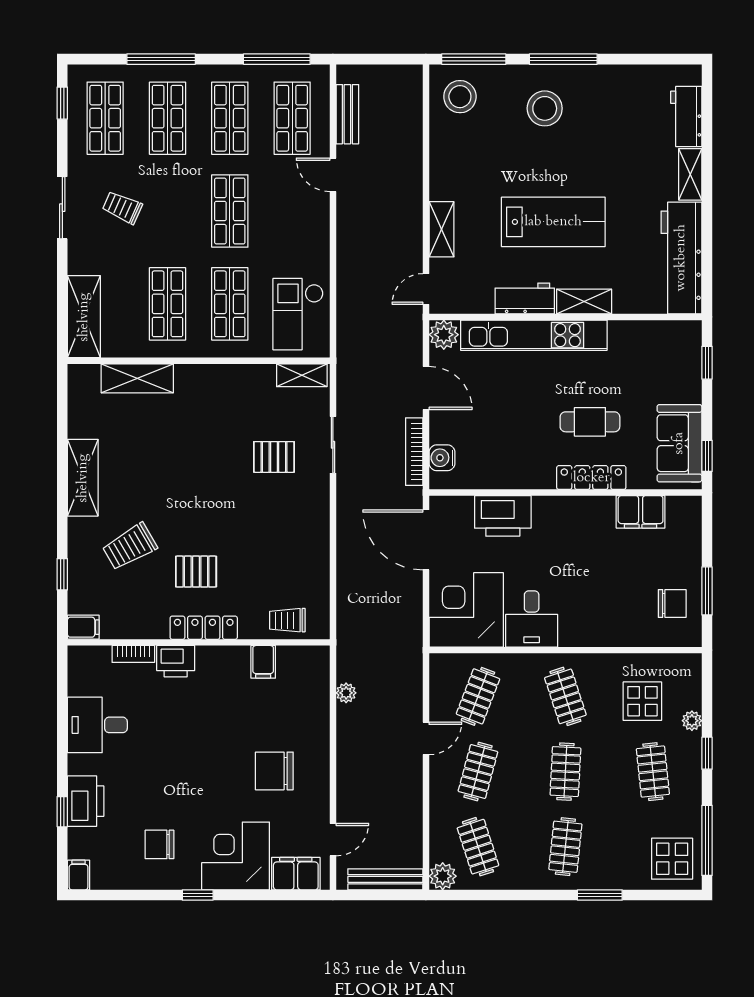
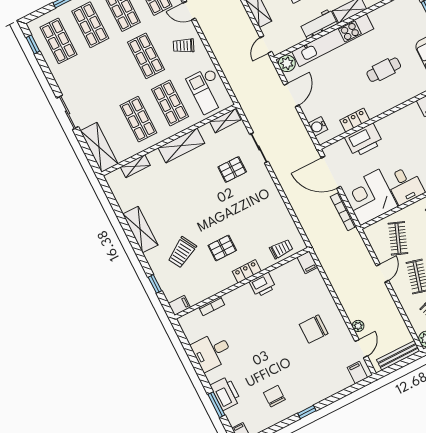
trolley: (122, 207) -> (183, 46), moved
sliding door: (62, 208) -> (68, 112), moved
shelving: (137, 378) -> (135, 166), width x0.67, depth x0.75
shelving: (214, 379) -> (181, 146), added
door: (426, 388) -> (292, 95), hinge flipped
bookcase: (414, 452) -> (343, 211), moved
locker: (591, 478) -> (355, 120), moved, width x0.66
trolley: (287, 620) -> (281, 249), turned 180
locker: (204, 628) -> (247, 271), width x0.66
printer: (176, 661) -> (263, 285), moved
filing cabinet: (263, 662) -> (307, 262), moved
plant: (346, 693) -> (358, 326), moved
window: (62, 812) -> (216, 405), width x1.50
chair: (159, 844) -> (274, 396), turned 90
corner desk: (236, 856) -> (316, 382), removed
filing cabinet: (296, 874) -> (357, 373), width x0.50

